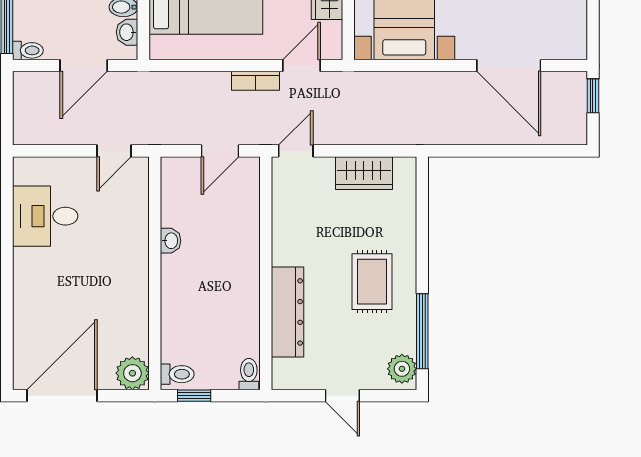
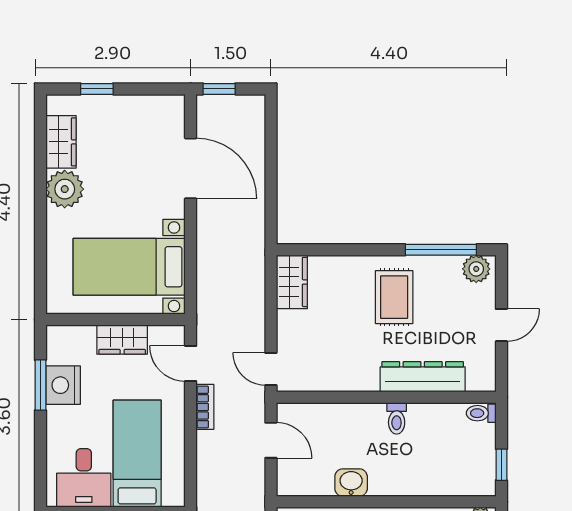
door: (509, 66) -> (191, 168), hinge flipped
wardrobe: (364, 173) -> (292, 282), moved
washbasin: (171, 241) -> (351, 483), width x1.38, depth x1.45
rug: (372, 282) -> (394, 297), turned 90
toilet: (177, 374) -> (397, 418), moved, turned 180

